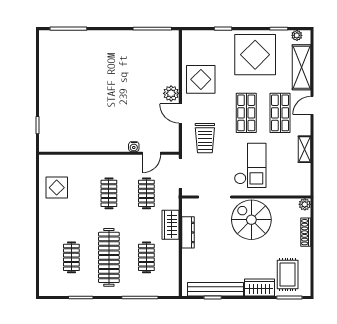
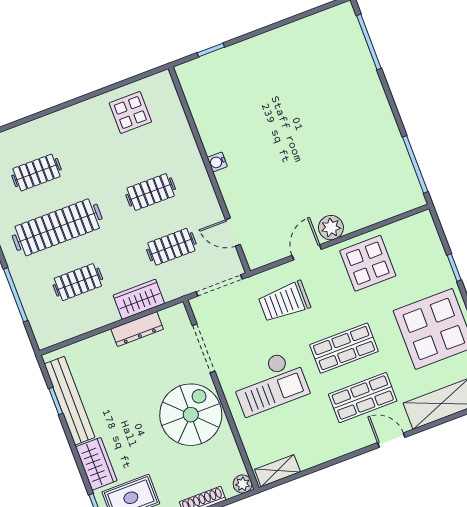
water cooler: (134, 147) -> (217, 162), moved
shelving: (305, 149) -> (277, 471), moved

